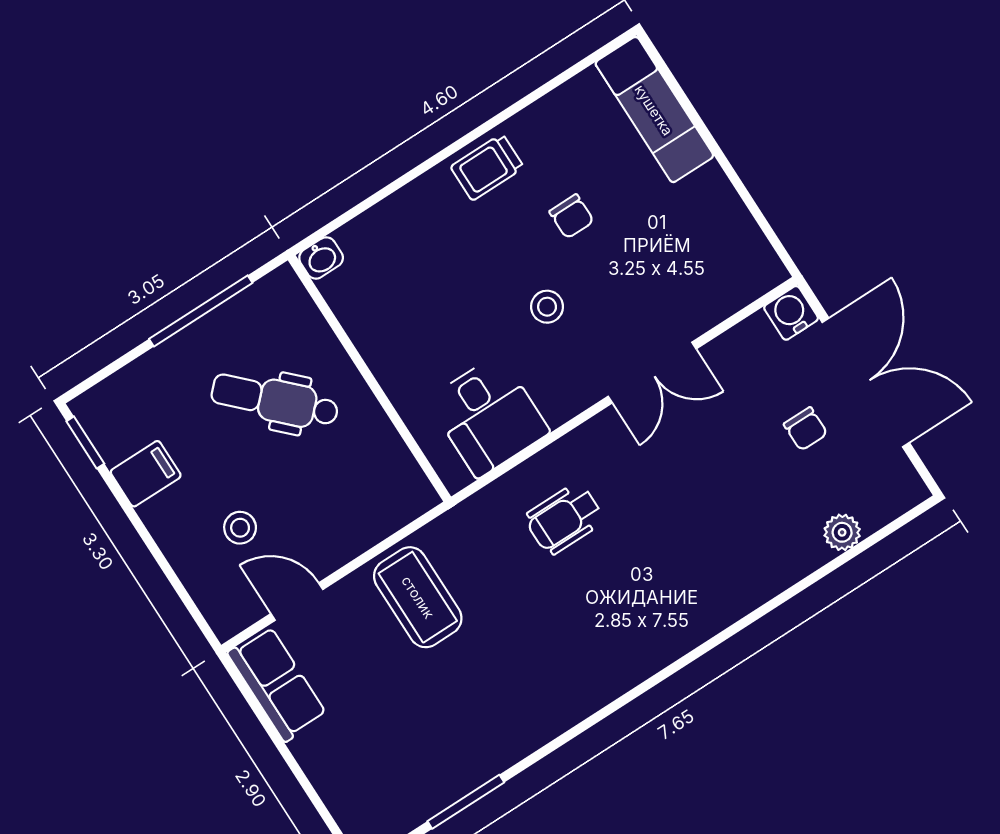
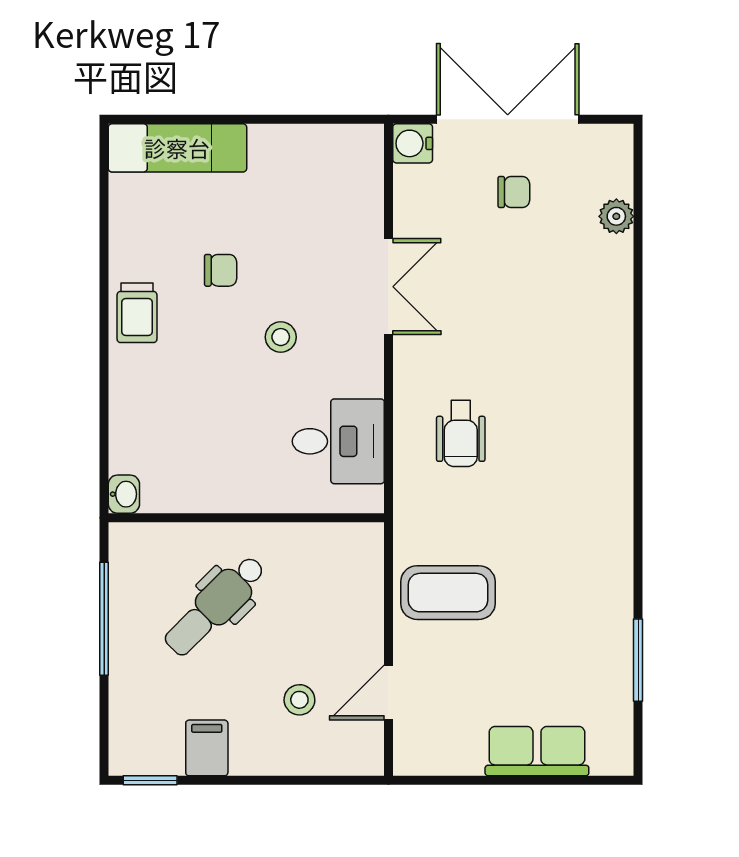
row of seats: (277, 684) -> (537, 751), moved

